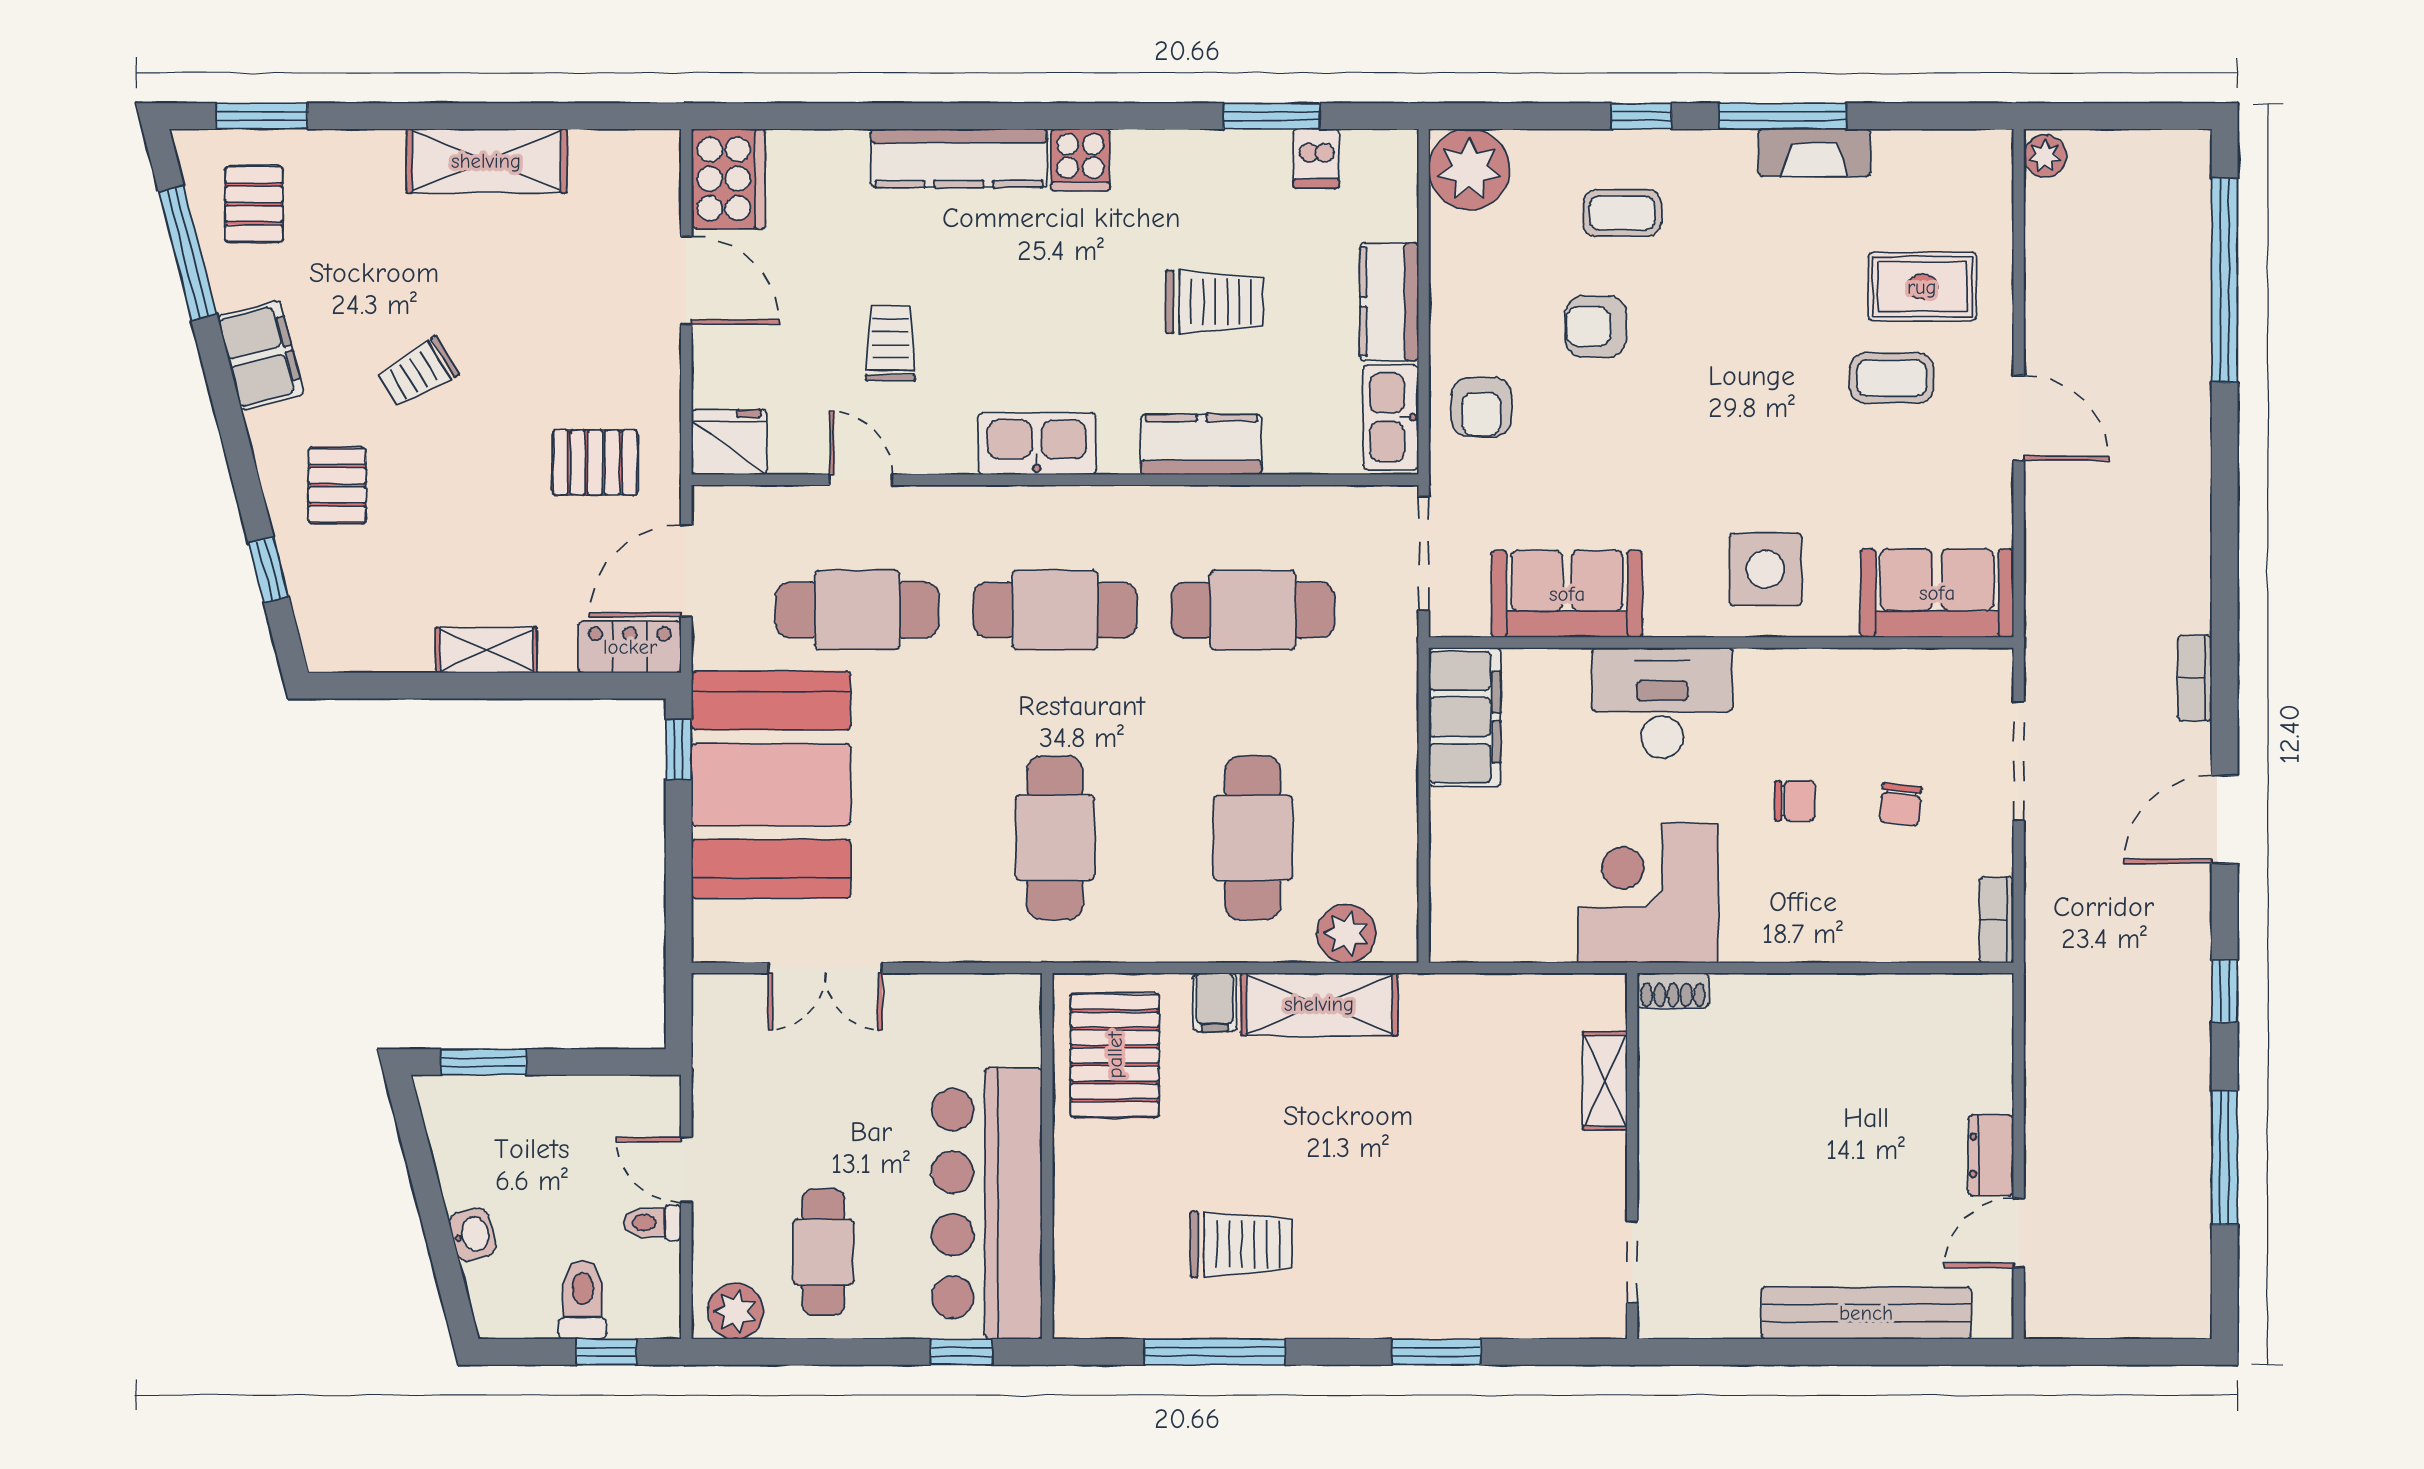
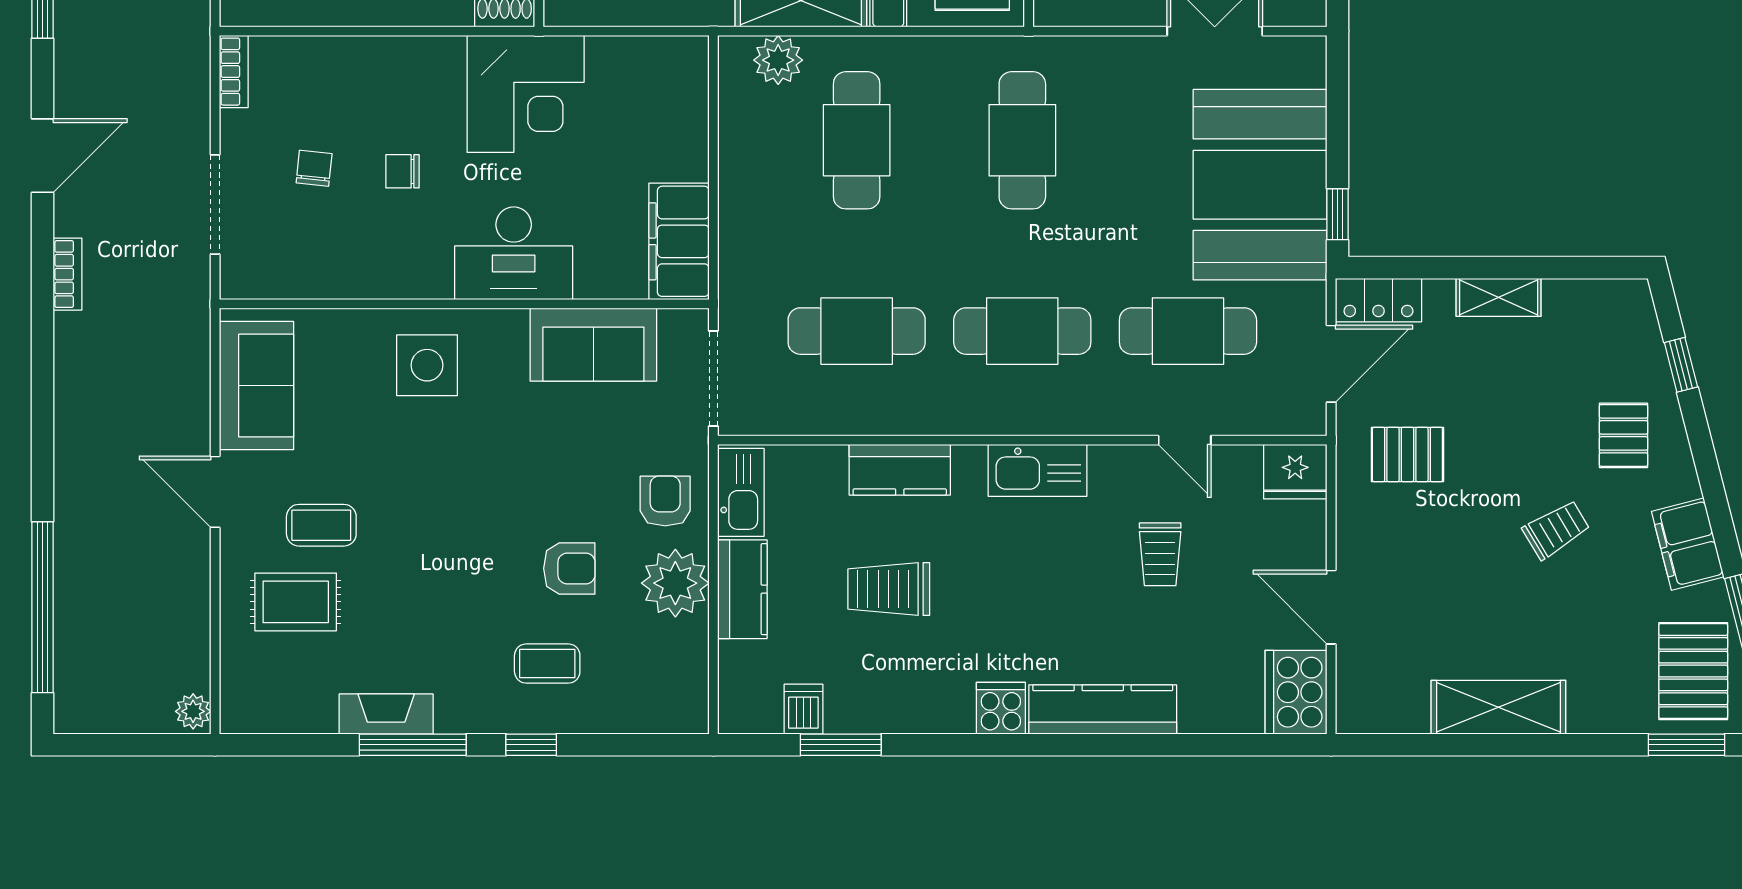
plant: (1469, 169) -> (675, 583), moved
pallet: (254, 204) -> (1693, 671), width x1.50, depth x1.42
sofa: (1937, 593) -> (256, 386), moved, turned -90

